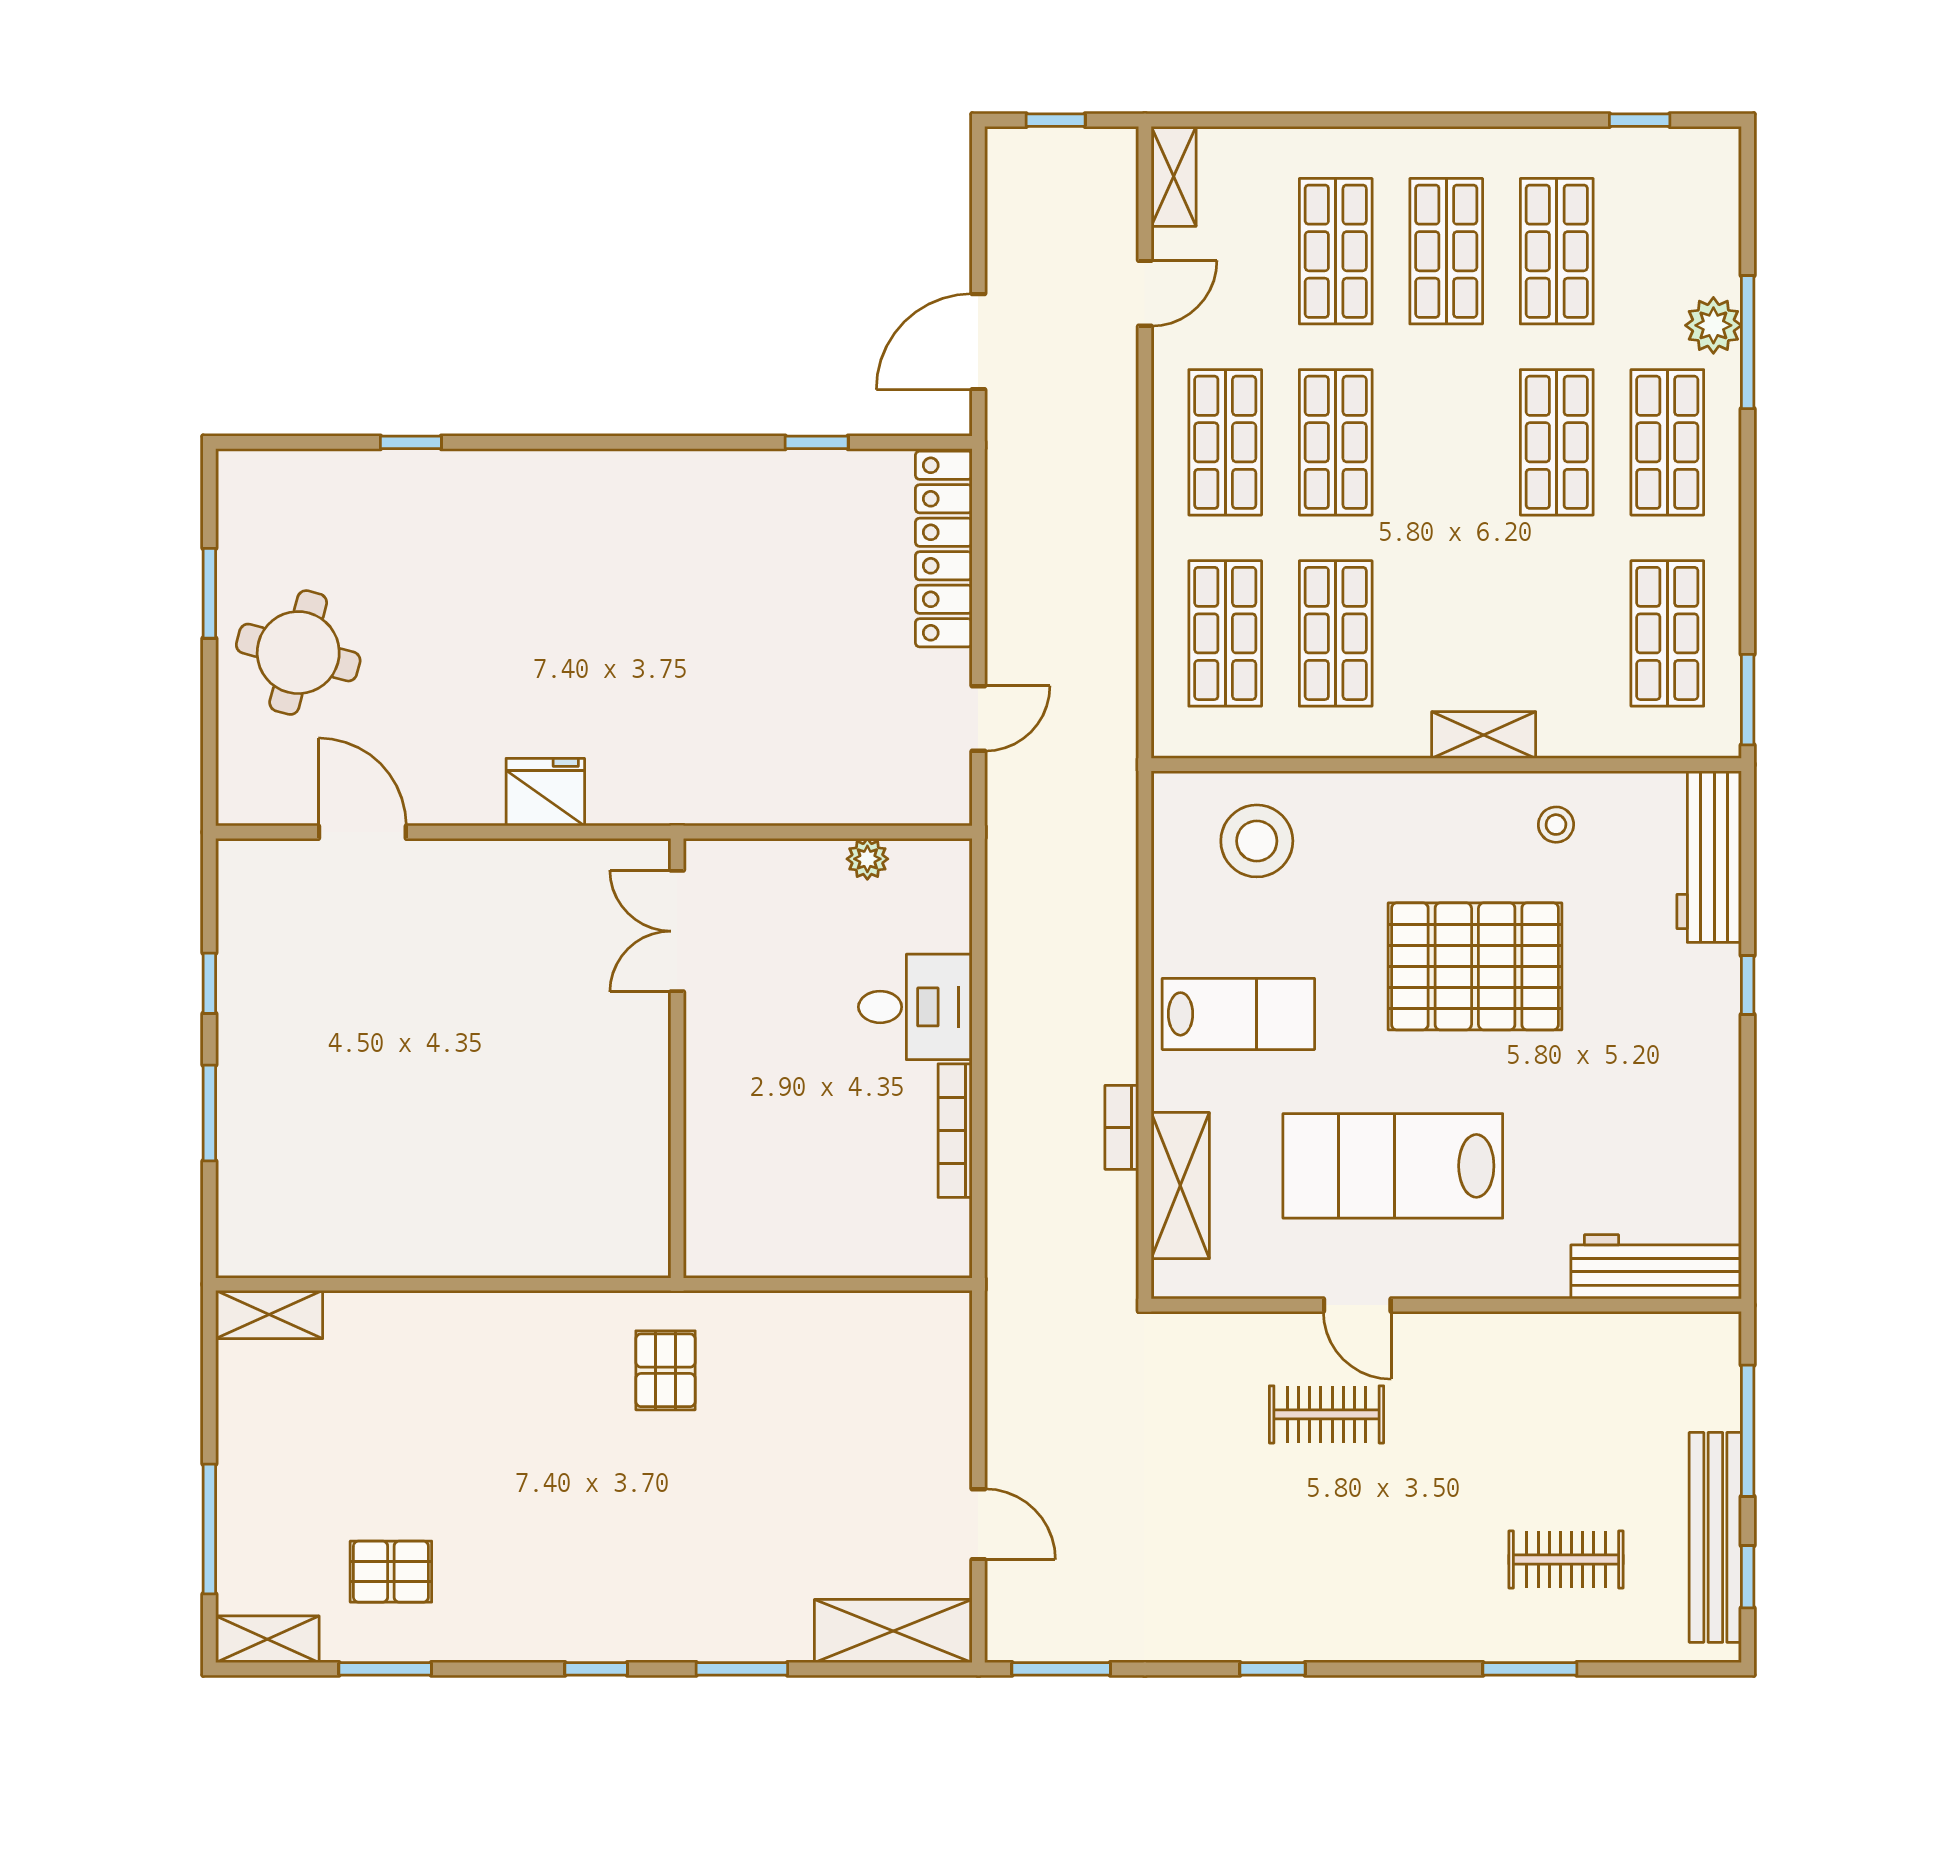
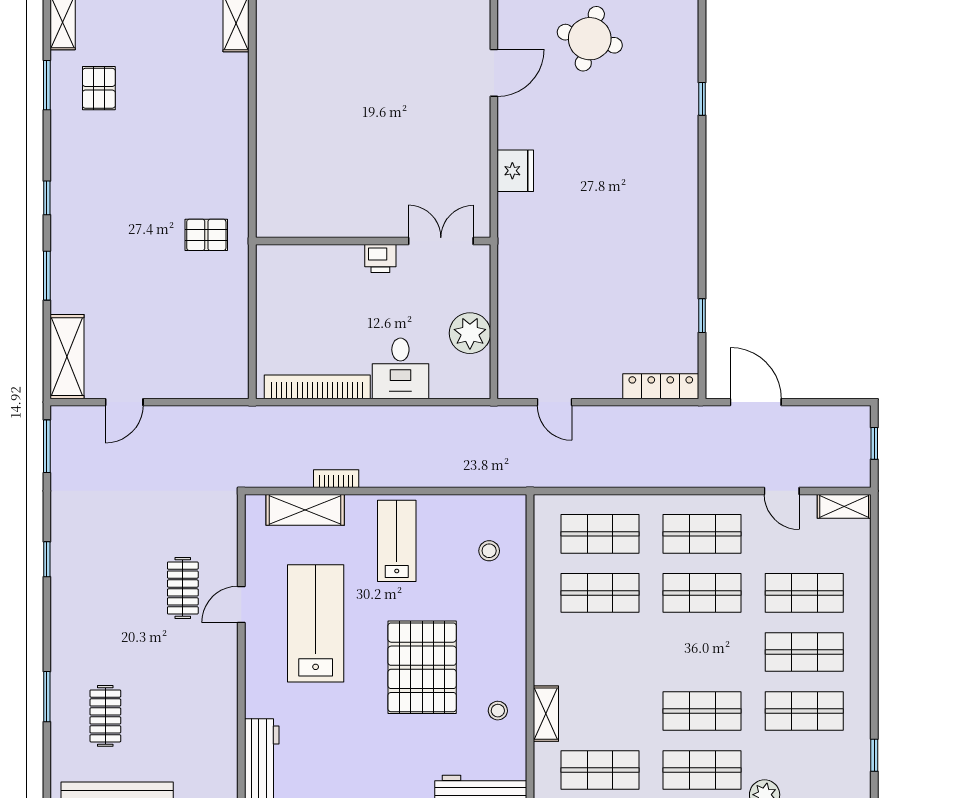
locker: (944, 549) -> (661, 386), width x0.71, depth x0.83
shelving: (1484, 735) -> (546, 714), moved
stool: (1257, 841) -> (489, 551), width x0.53, depth x0.53
plant: (867, 859) -> (470, 333), width x1.87, depth x1.87
lab bench: (1238, 1014) -> (397, 541), turned 180
printer: (710, 1045) -> (380, 258), added
bookcase: (955, 1131) -> (317, 387), width x1.48, depth x1.31

